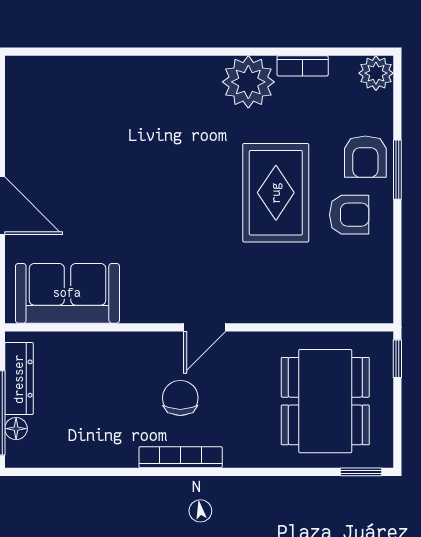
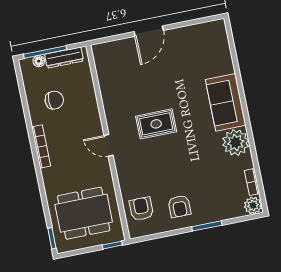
bookcase: (303, 66) -> (252, 182), moved
armchair: (365, 157) -> (141, 209), moved, turned 90
rug: (276, 193) -> (156, 124), moved, width x0.73, depth x0.70
sofa: (67, 293) -> (226, 102), moved, turned 180
chair: (180, 398) -> (54, 100), moved

